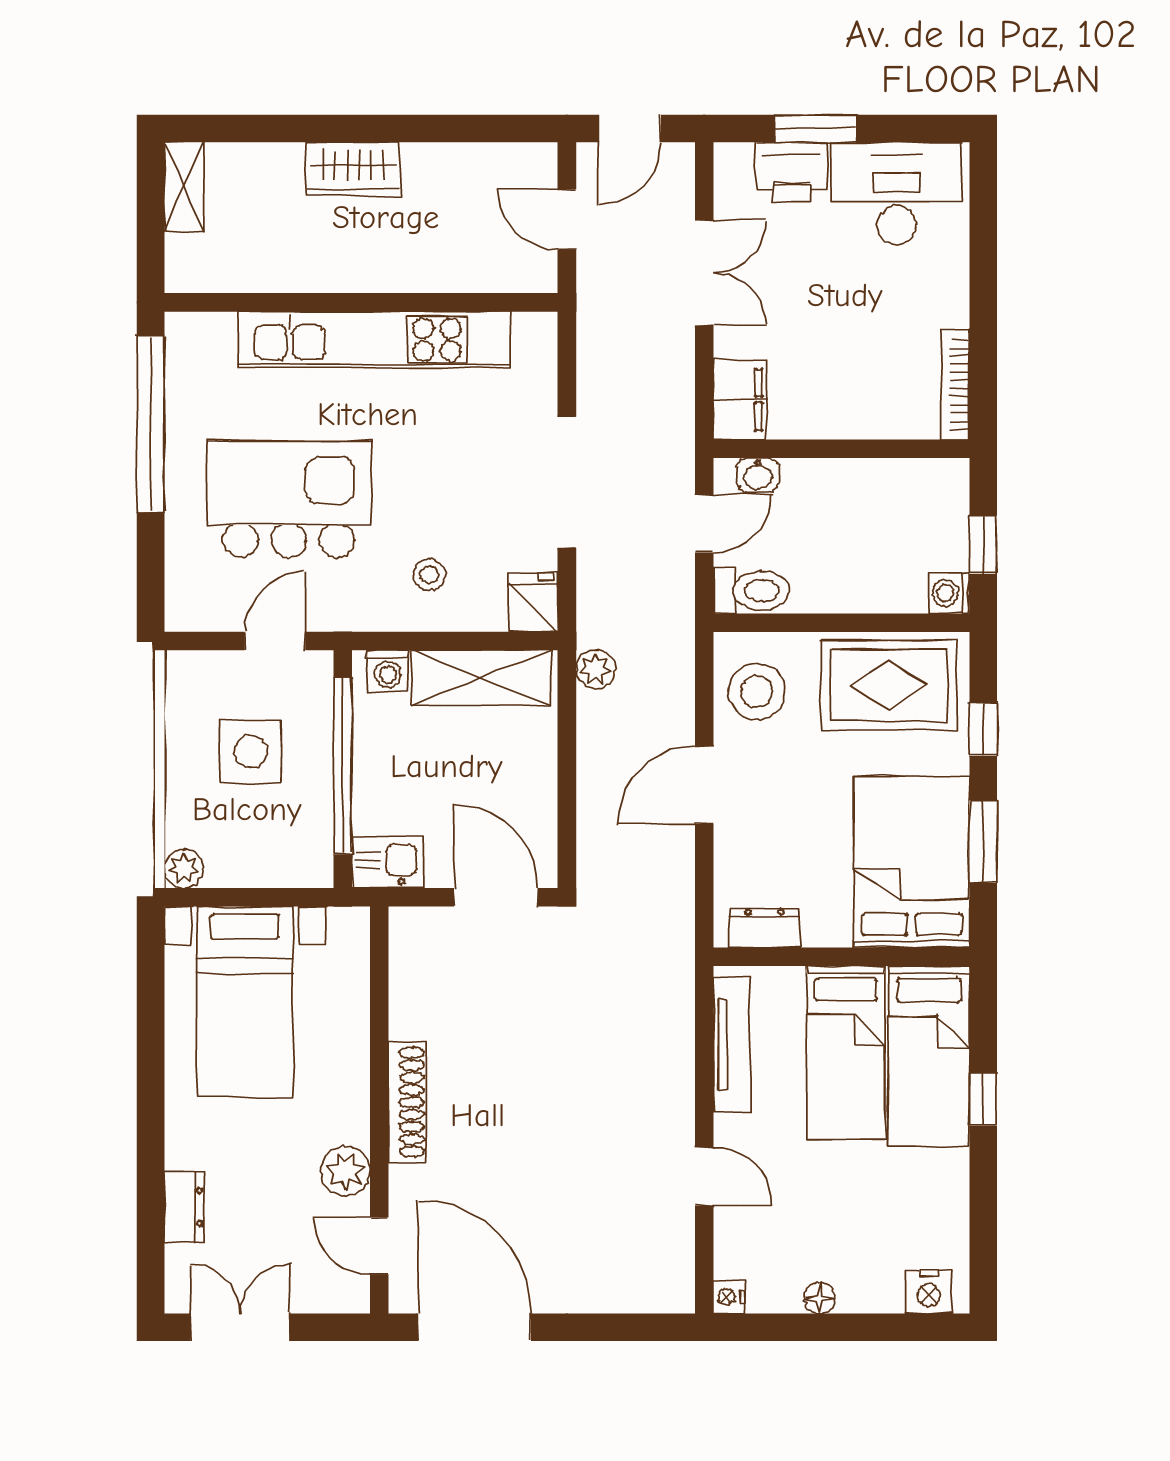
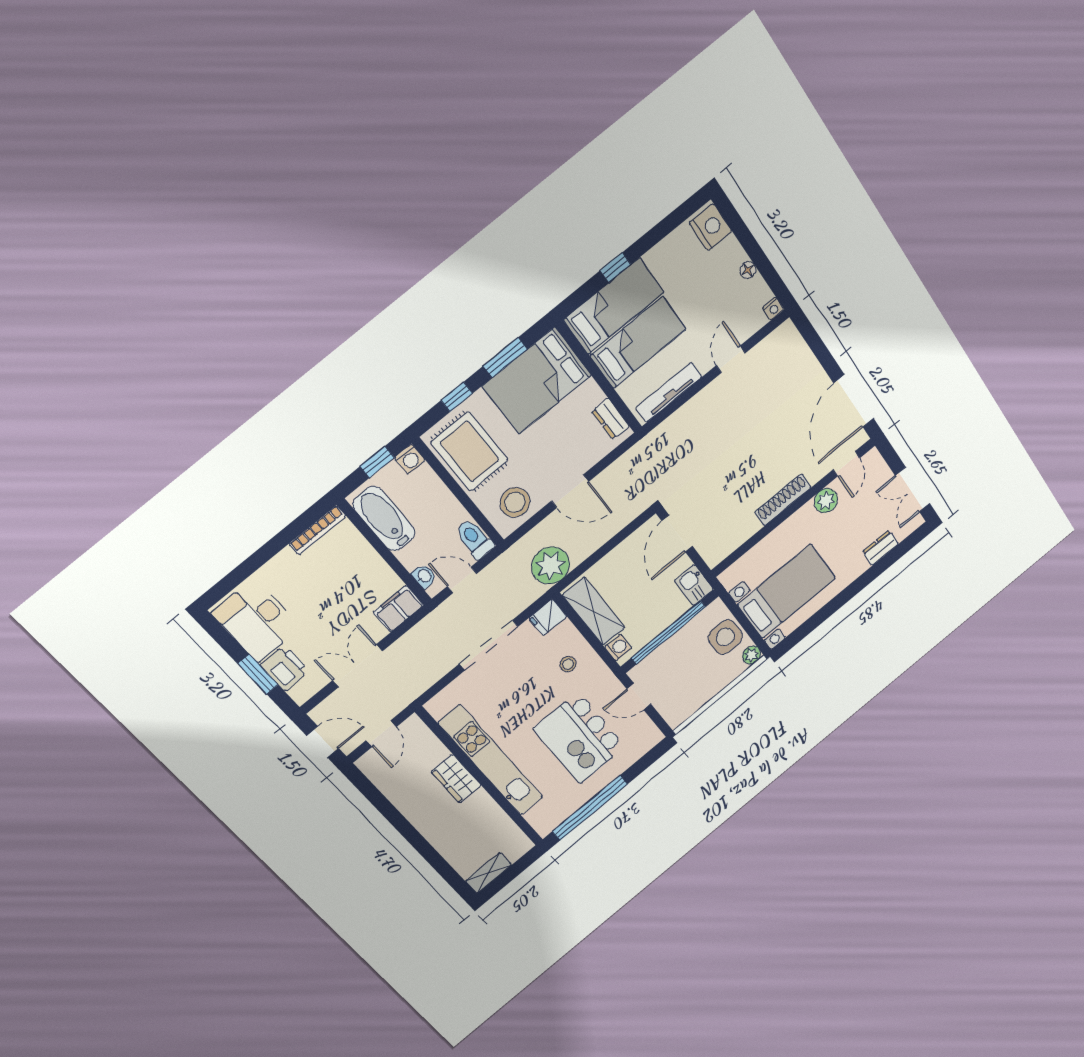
wardrobe: (353, 169) -> (456, 779), moved, turned 180
bathtub: (893, 488) -> (384, 519), added
plant: (596, 669) -> (551, 565), width x1.88, depth x1.88
side table: (250, 751) -> (725, 637), moved
nightstand: (929, 1292) -> (711, 227), width x1.36, depth x1.33

